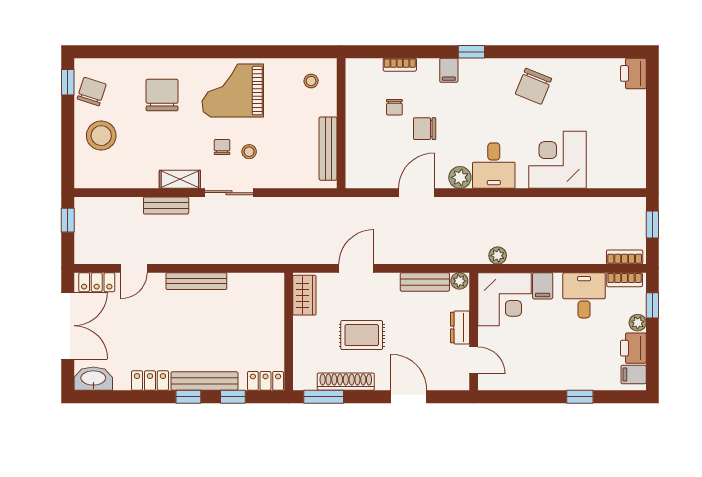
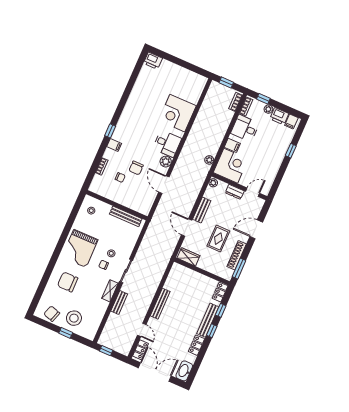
window: (68, 82) -> (66, 333), moved
chair: (534, 86) -> (139, 109), removed
bench: (425, 282) -> (202, 210), moved

